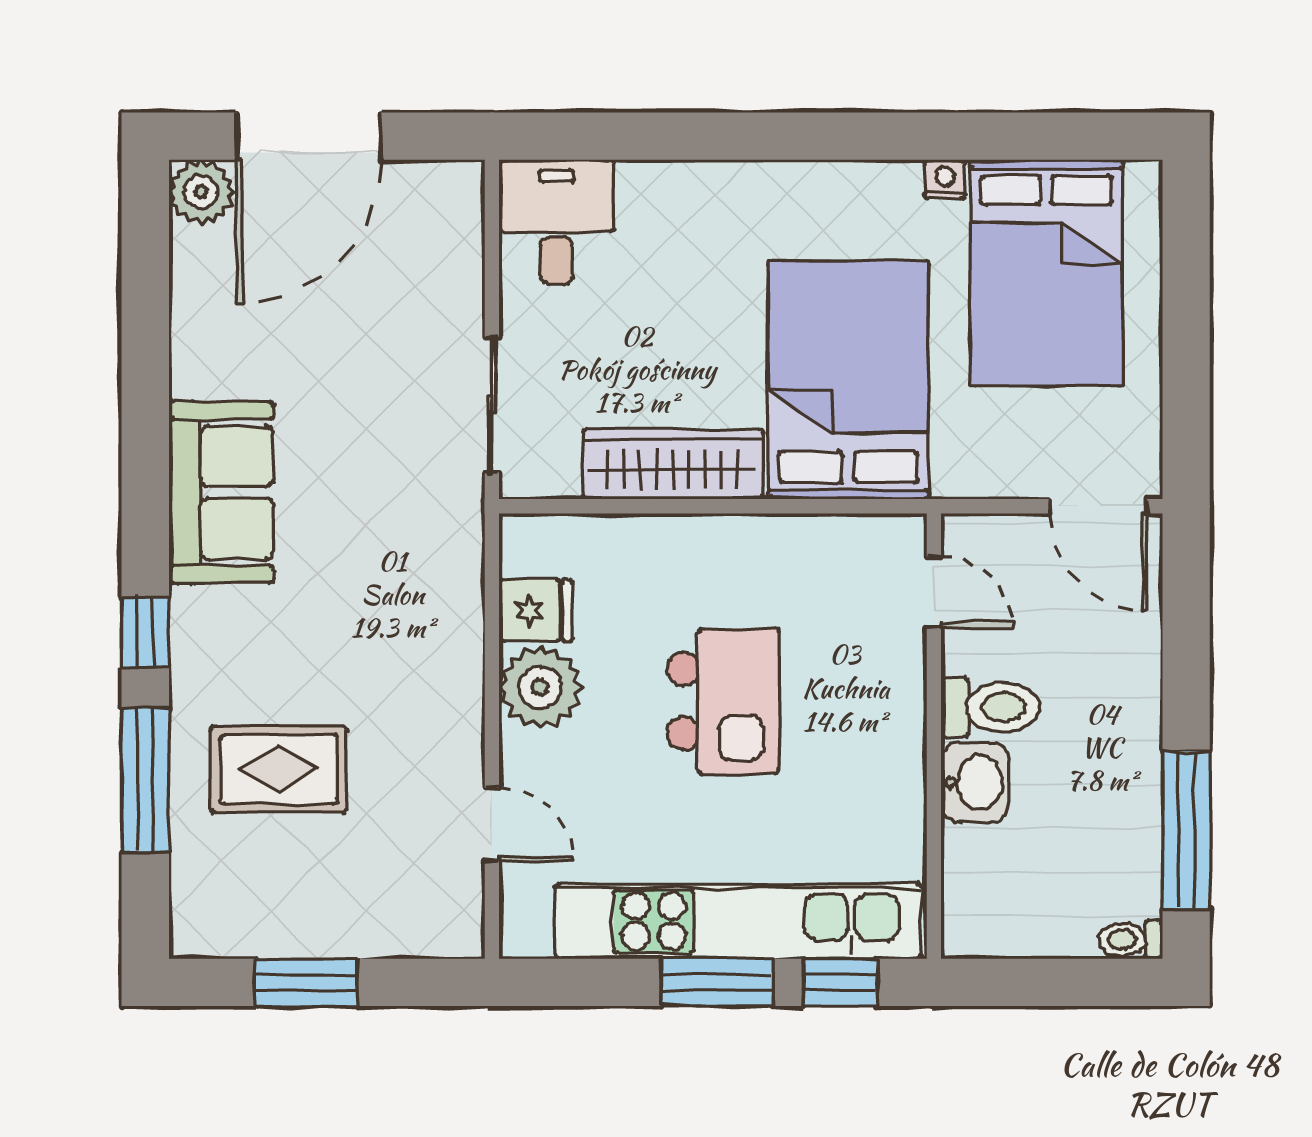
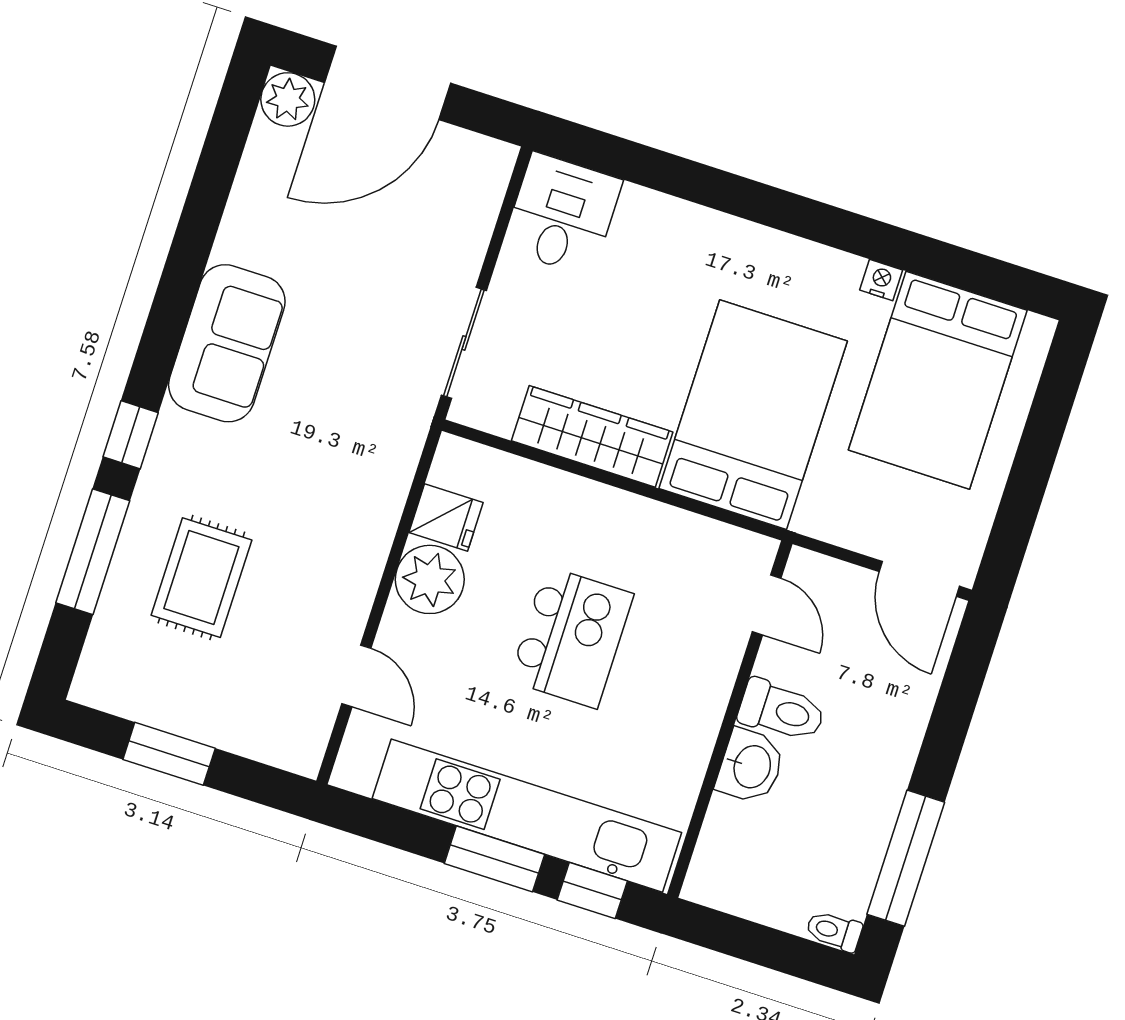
rug: (279, 769) -> (201, 578), turned 90

